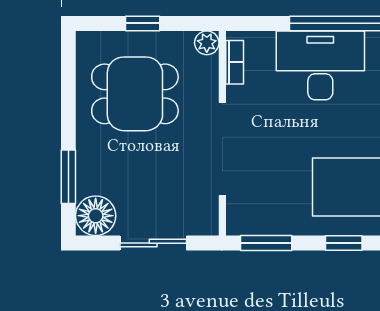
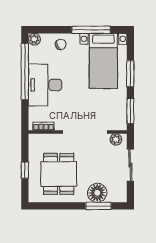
plant: (207, 43) -> (116, 139), moved
floor lamp: (96, 216) -> (97, 193), moved
window: (344, 243) -> (130, 74), width x1.50

